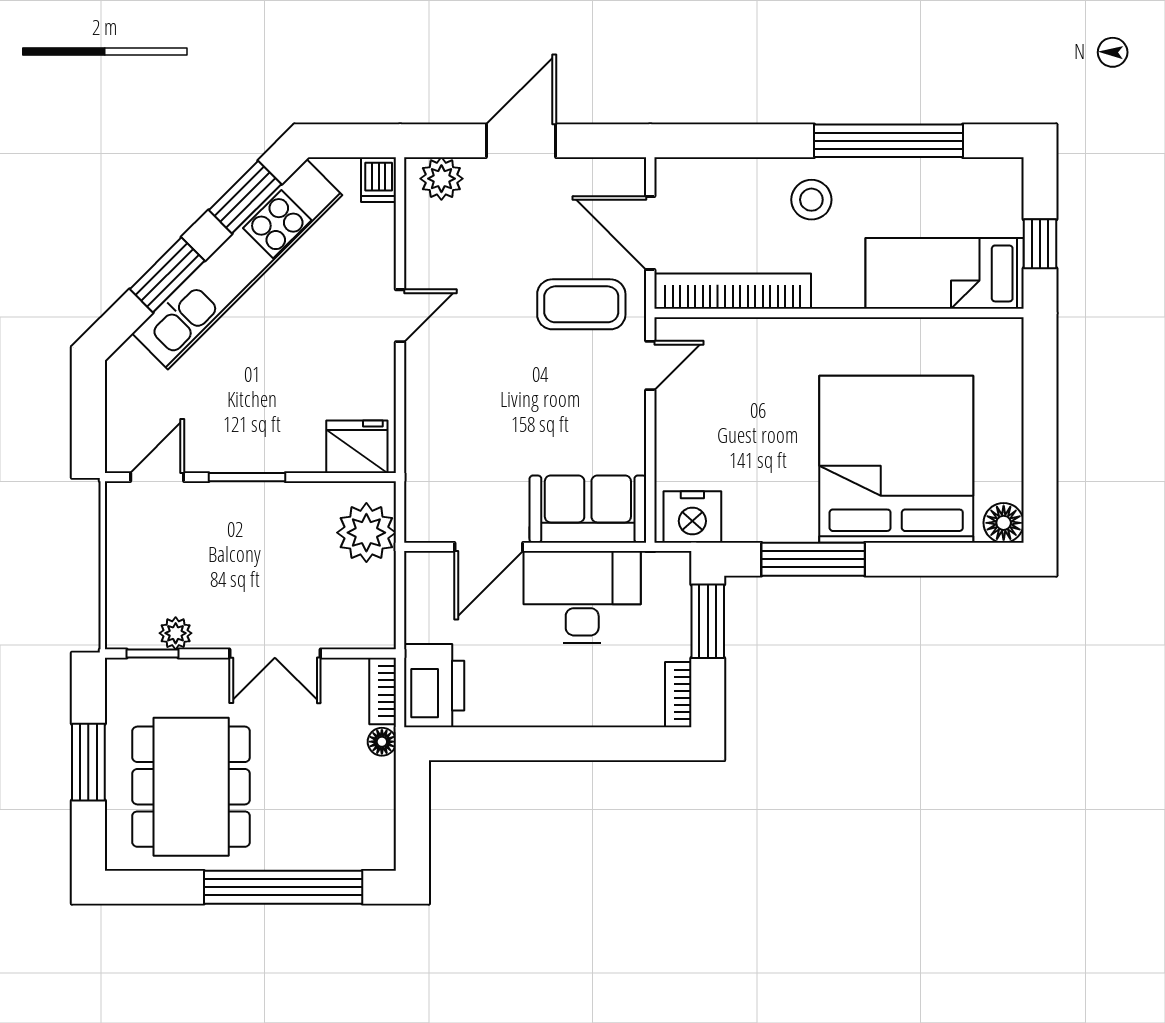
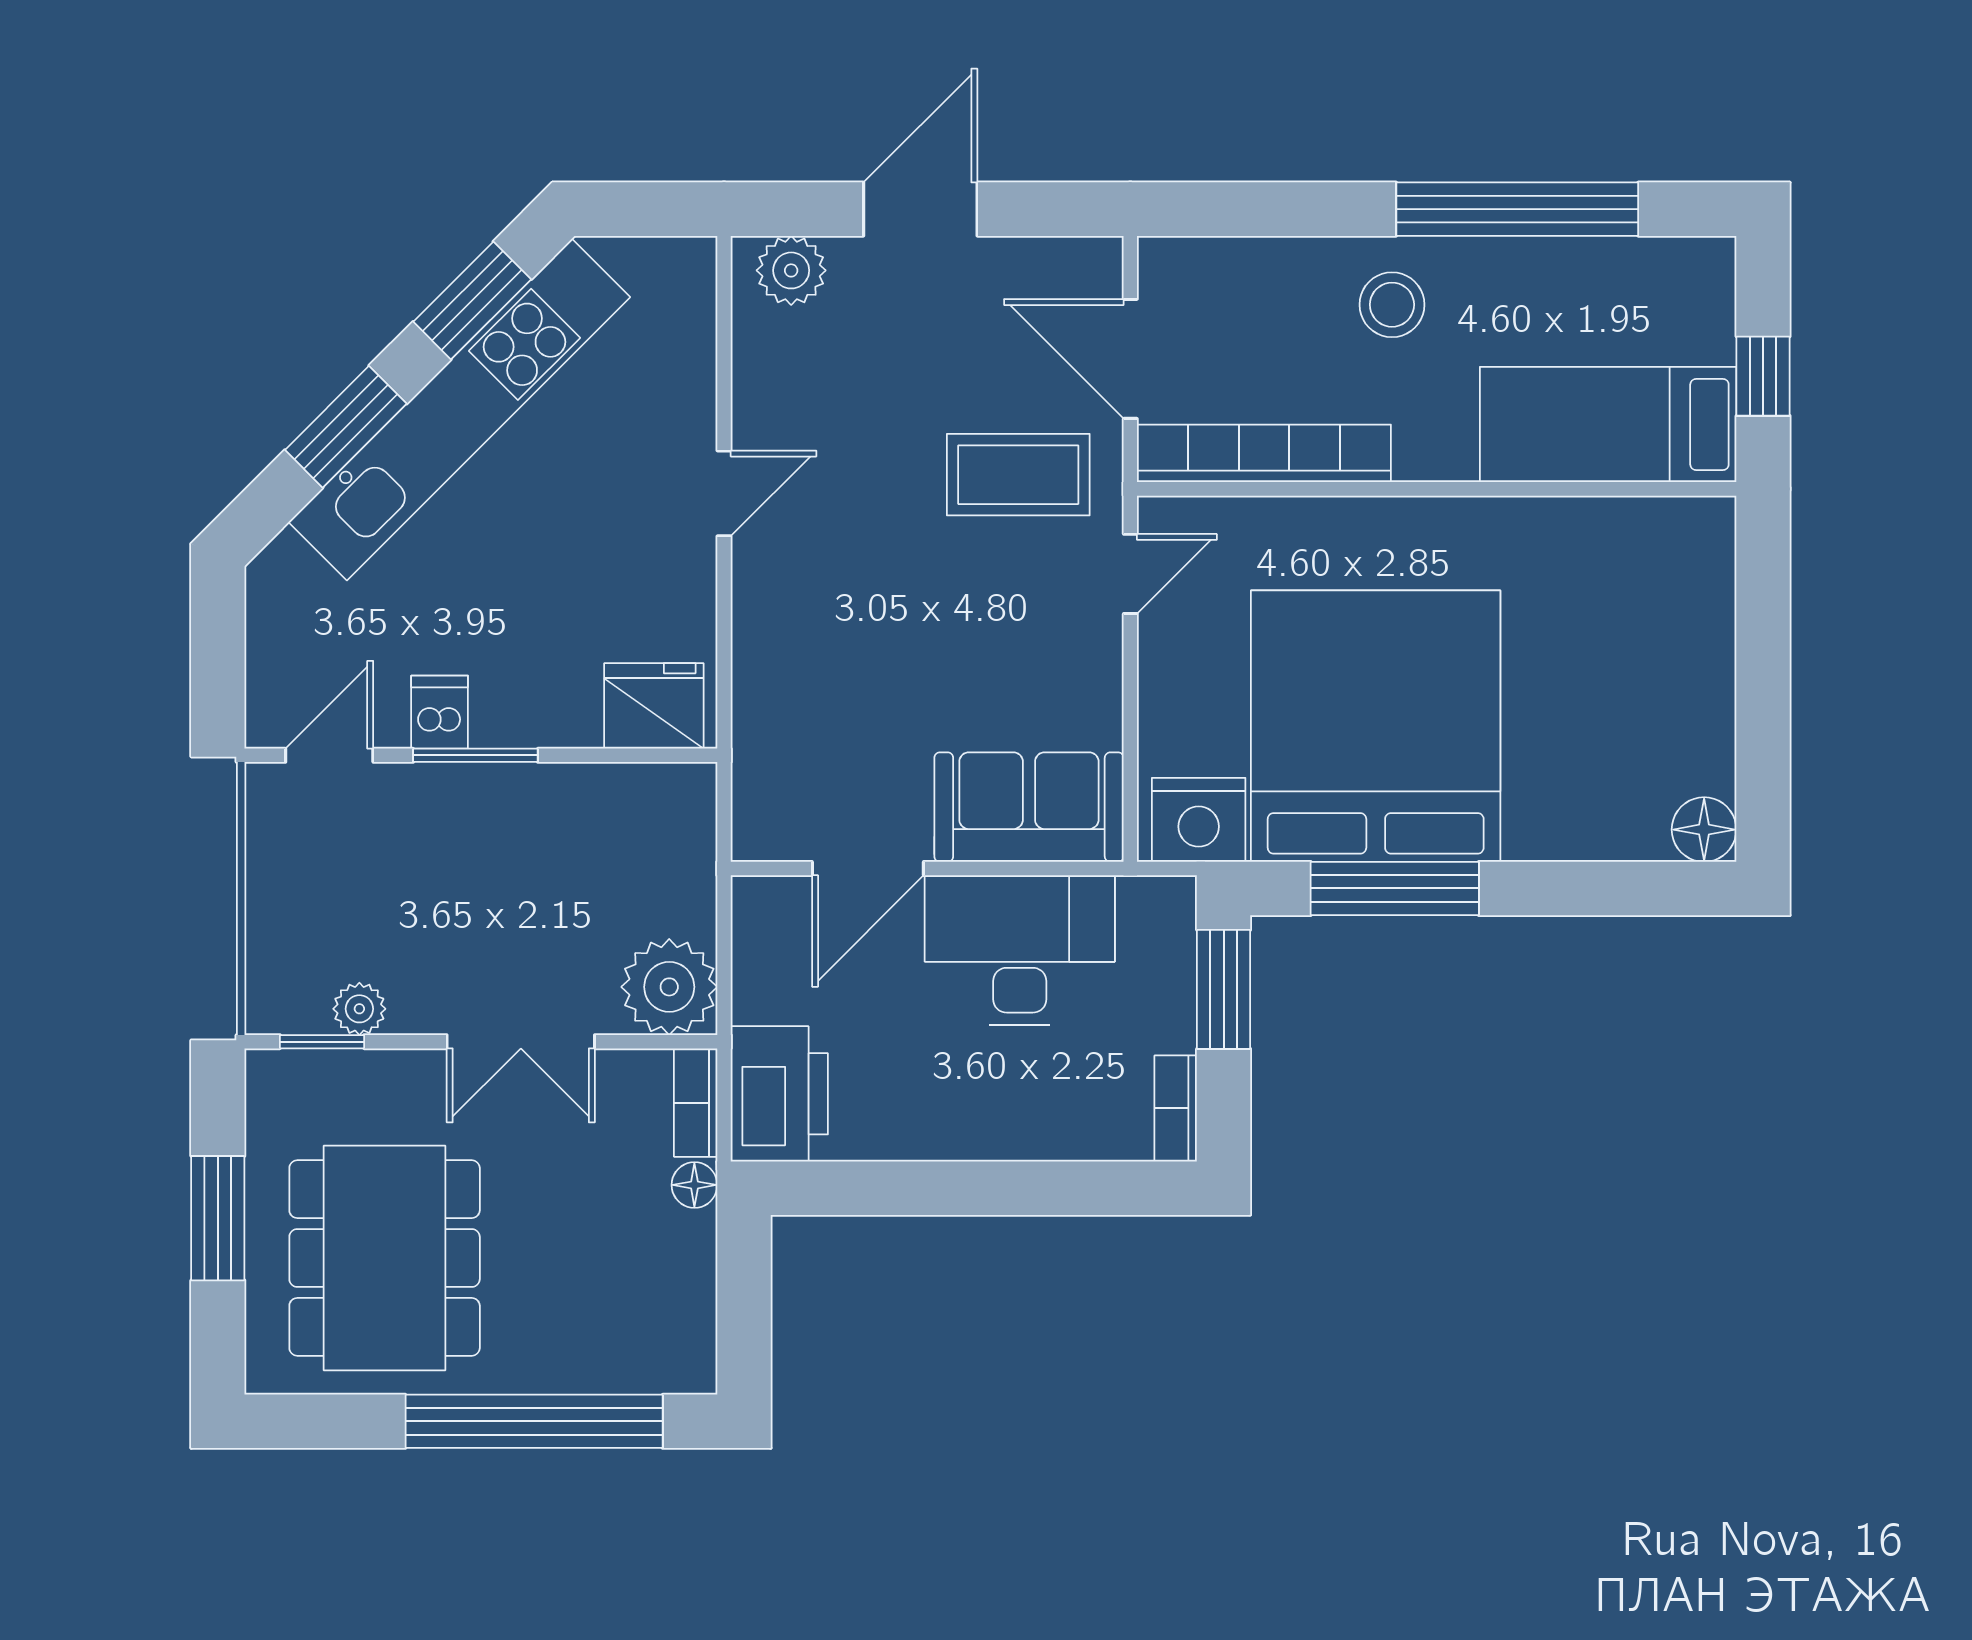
dishwasher: (379, 180) -> (440, 712), moved, turned 180
bed: (896, 459) -> (1376, 726), moved
plant: (366, 533) -> (669, 987), moved

